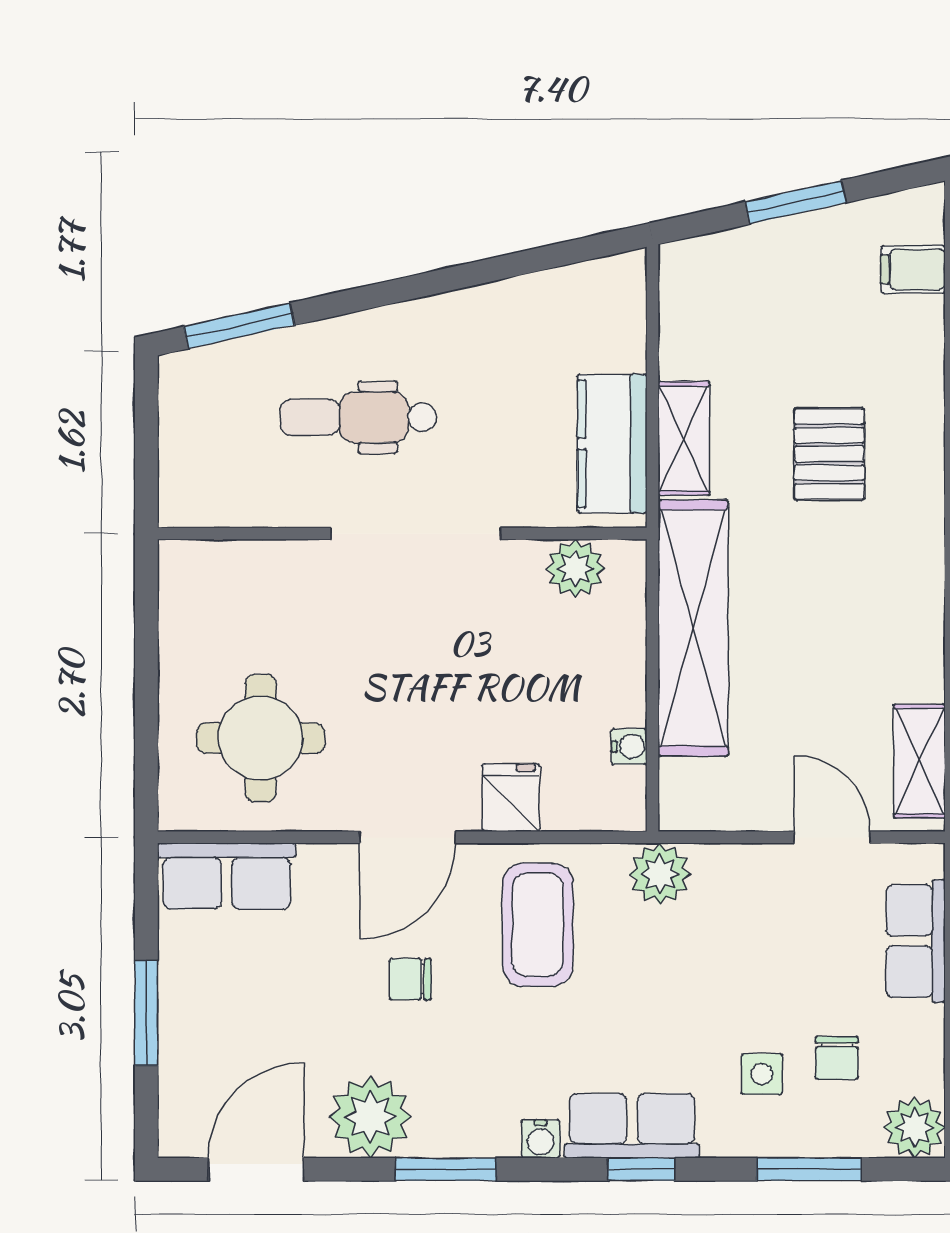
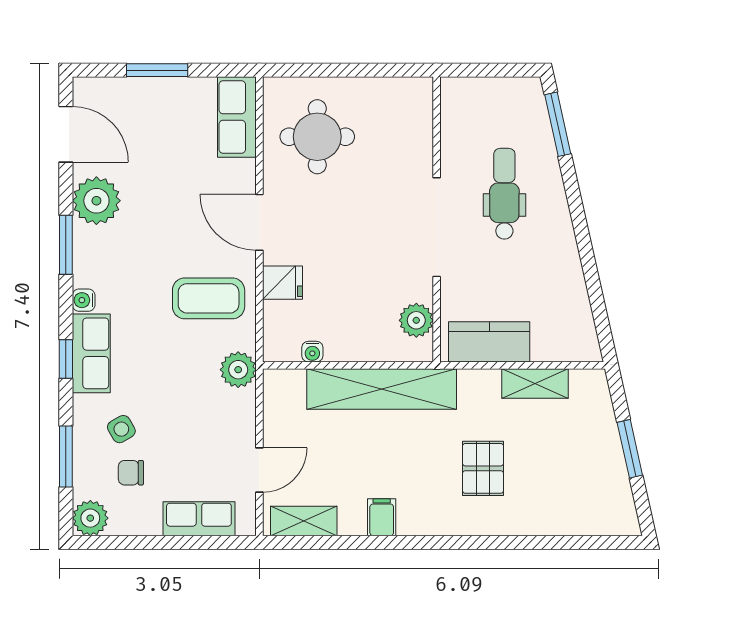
filing cabinet: (913, 269) -> (382, 517), moved
shelving: (684, 438) -> (535, 384), moved
pallet: (829, 454) -> (483, 468), turned 90
chair: (410, 979) -> (177, 224), removed
side table: (762, 1074) -> (121, 429), turned -30

